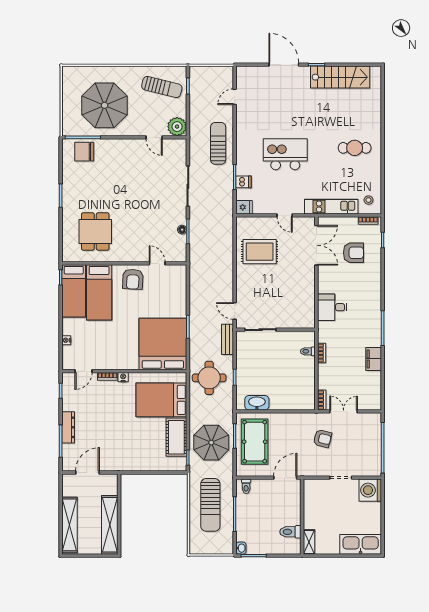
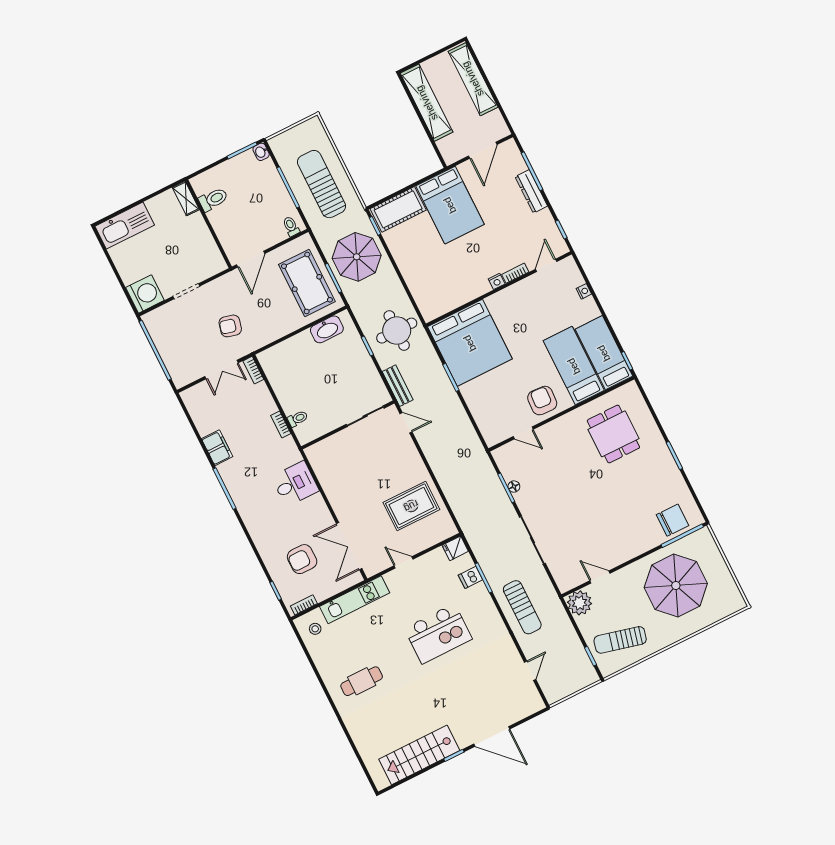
bed: (161, 400) -> (450, 205), moved, turned 90
cot: (176, 437) -> (398, 209), moved, turned 90

